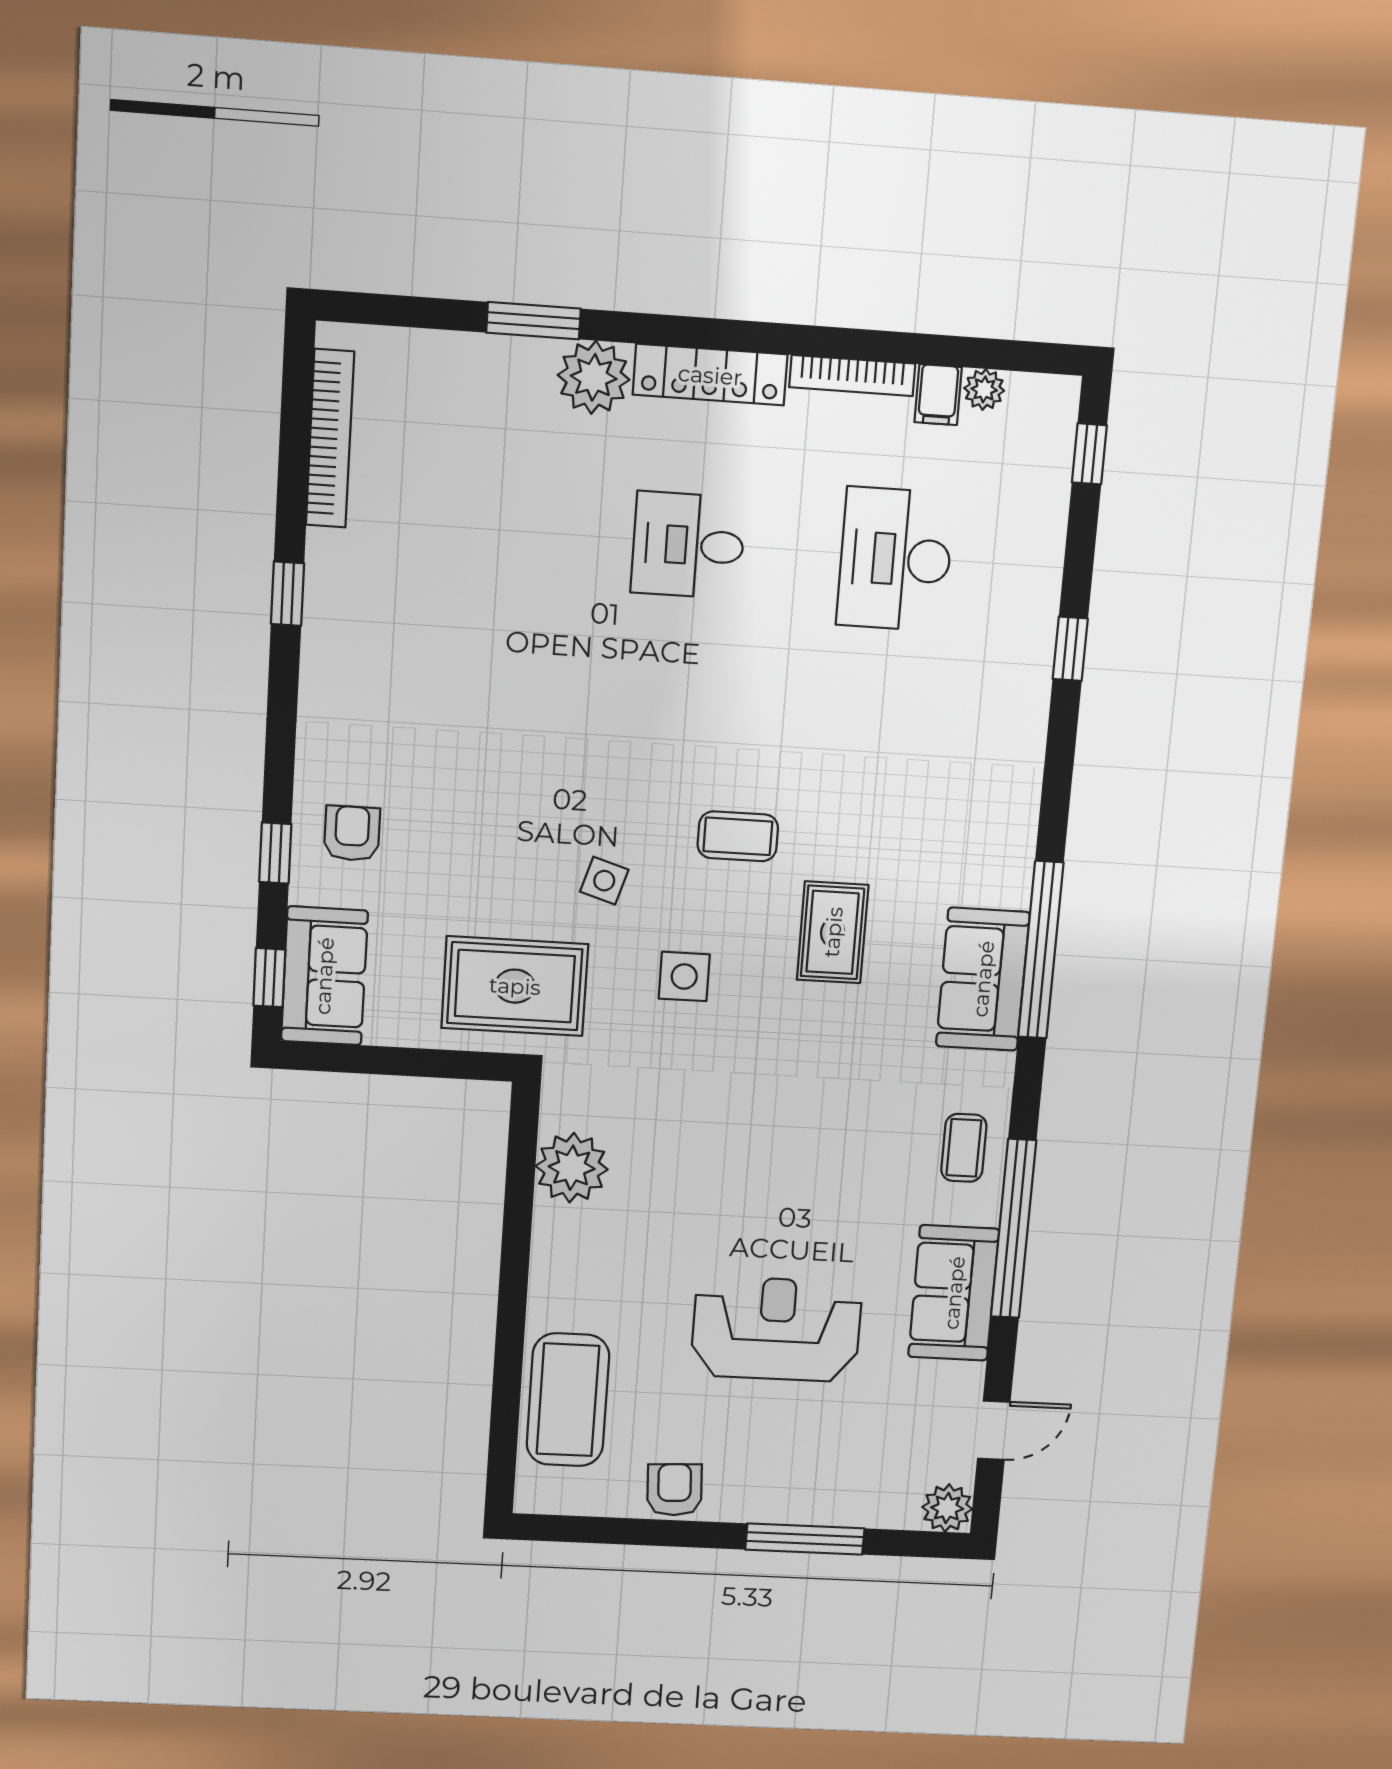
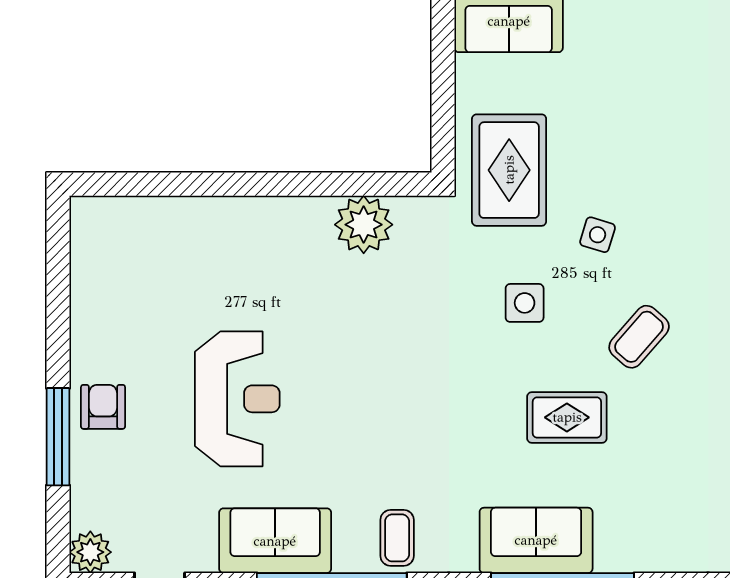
armchair: (352, 833) -> (623, 37), removed
coffee table: (738, 836) -> (639, 337), turned 41
coffee table: (964, 1148) -> (397, 538), turned 90
coffee table: (568, 1400) -> (169, 234), removed
armchair: (674, 1490) -> (103, 407), moved, turned -87

